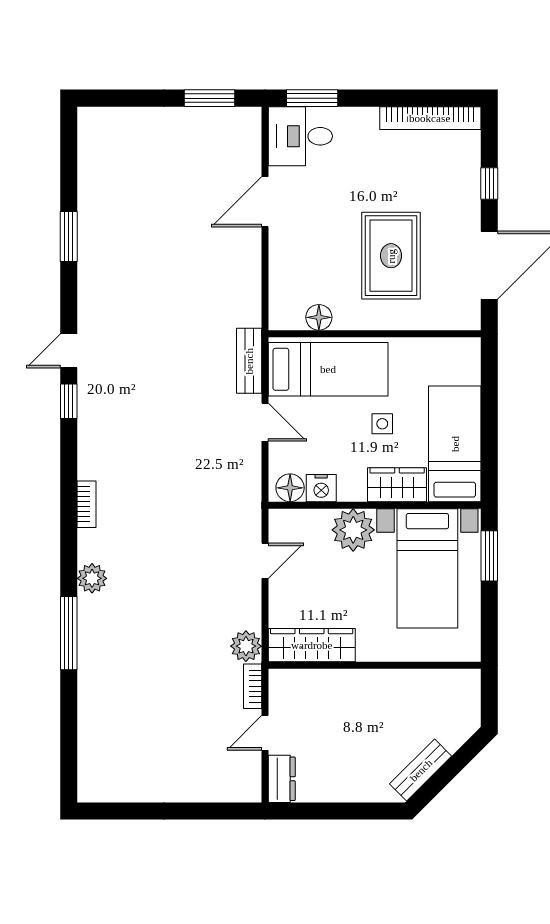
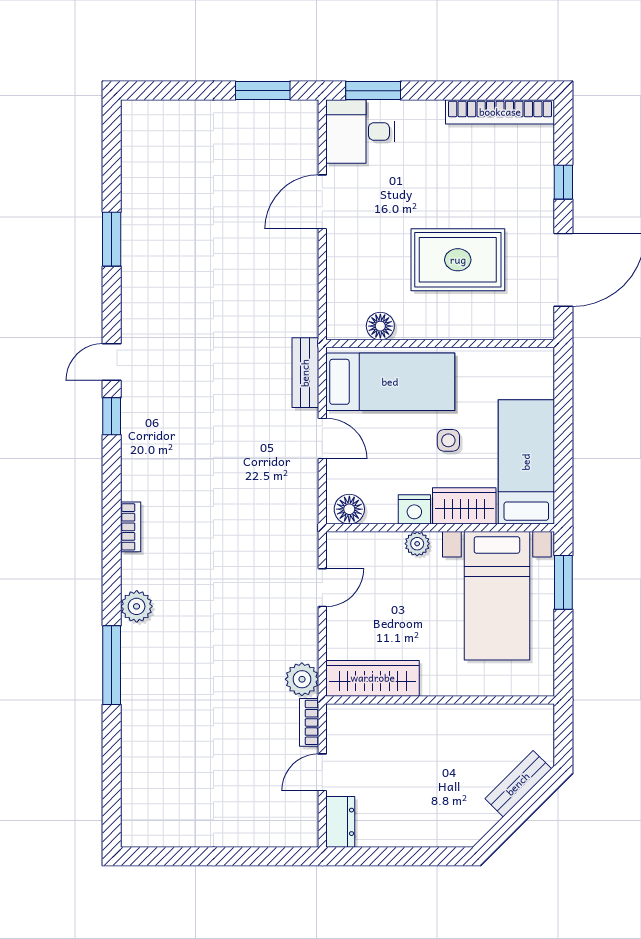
rug: (391, 256) -> (458, 260), turned 90
nightstand: (321, 488) -> (414, 509), moved
plant: (353, 530) -> (417, 544), width x0.53, depth x0.53
bench: (421, 770) -> (518, 784), moved

